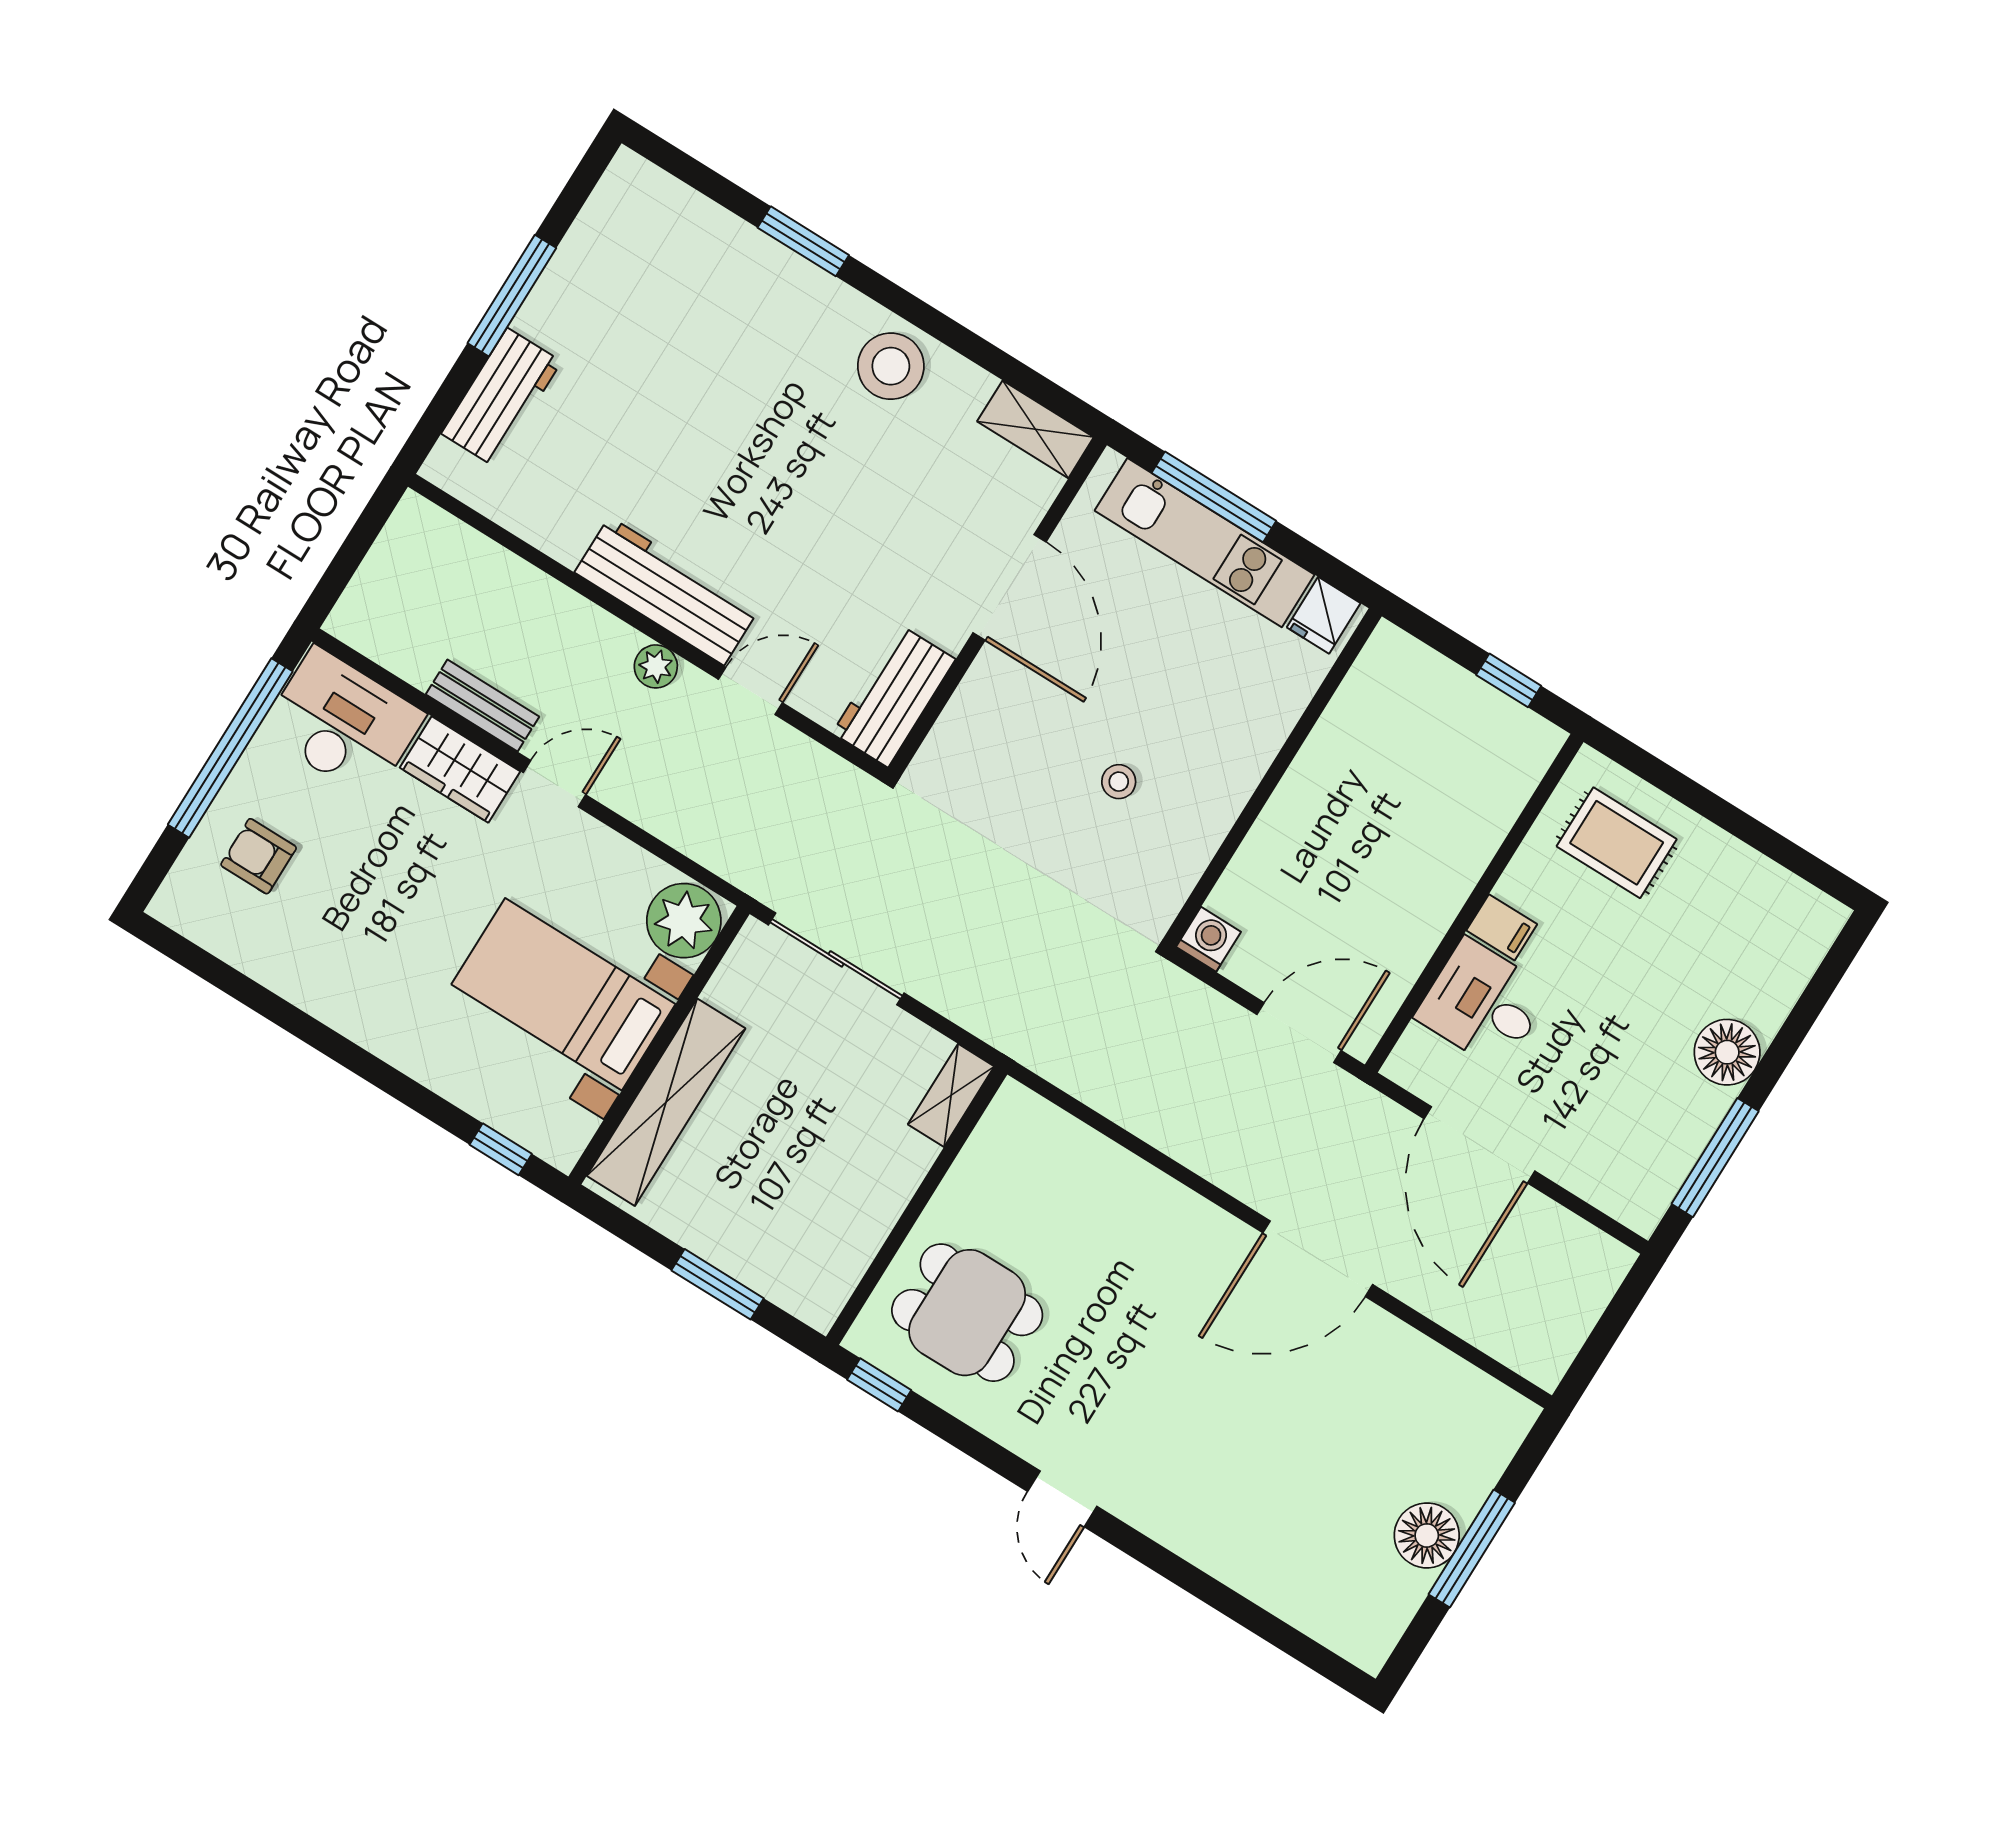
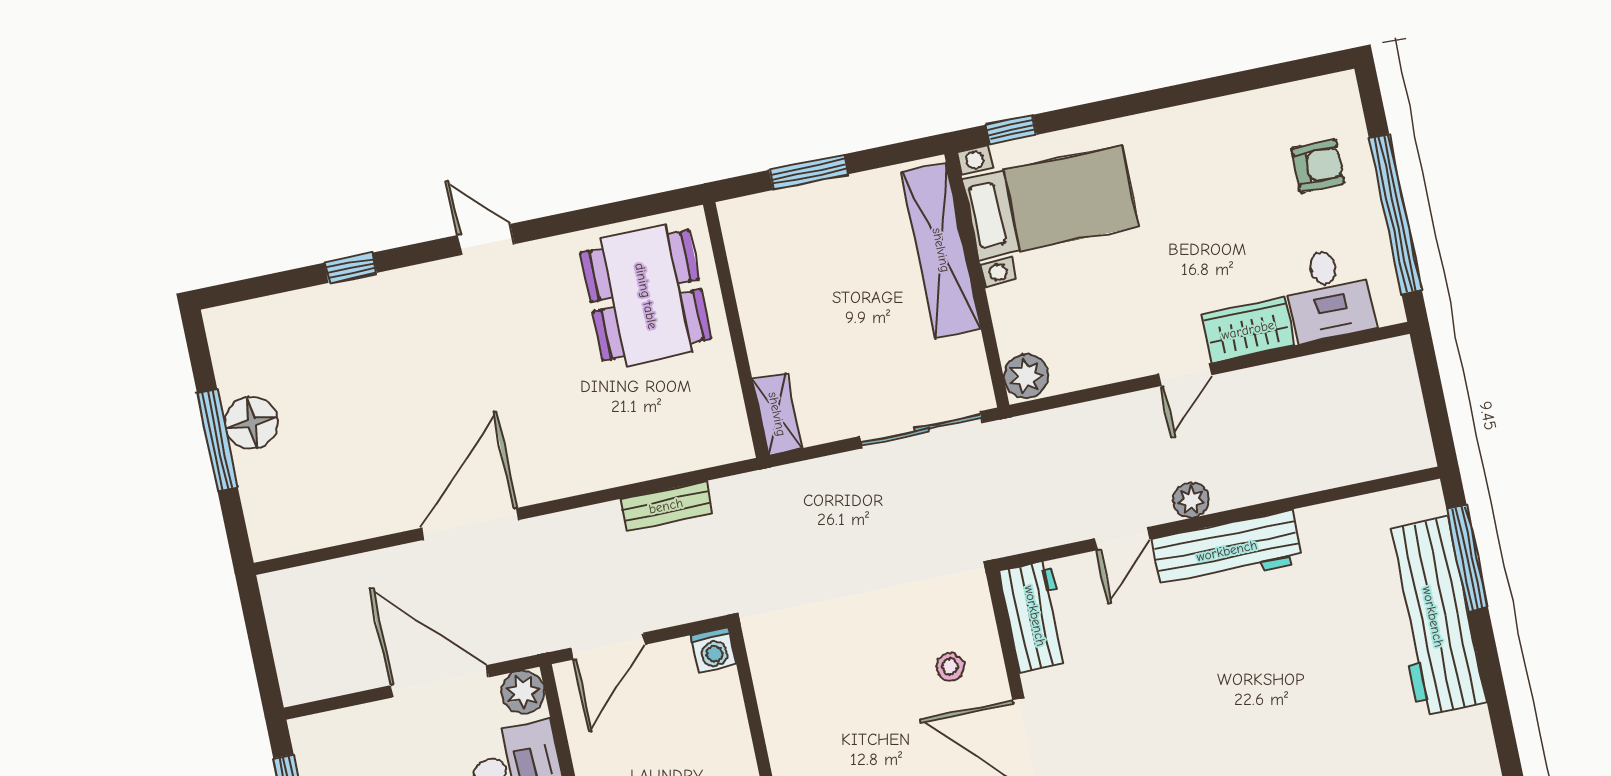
window: (512, 296) -> (1467, 558), moved
workbench: (501, 398) -> (1433, 617), width x1.88, depth x1.32
bench: (483, 705) -> (666, 506), moved
desk: (343, 723) -> (1328, 294), width x0.73
stool: (1119, 782) -> (950, 667), moved
plant: (684, 921) -> (1026, 376), width x0.73, depth x0.73
bed with nightstands: (563, 994) -> (1050, 203), moved
plant: (1414, 1064) -> (523, 692), added
dining table: (967, 1313) -> (646, 296), width x1.38
window: (879, 1385) -> (351, 268), moved

